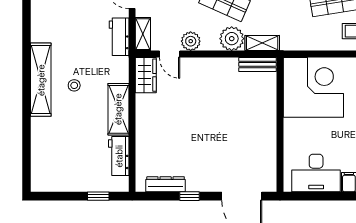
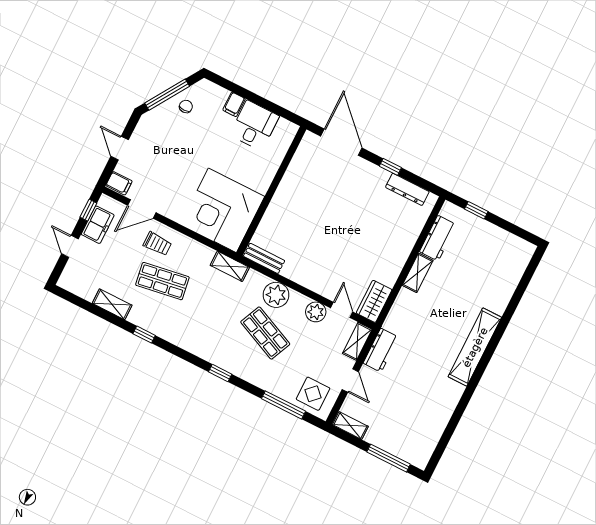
shelving: (262, 43) -> (230, 266), moved
stool: (74, 85) -> (446, 326), removed
shelving: (118, 109) -> (418, 273), width x0.67, depth x0.75
desk: (316, 173) -> (254, 125), width x0.73

